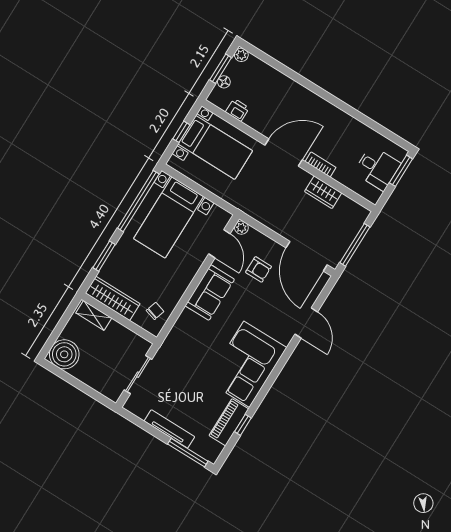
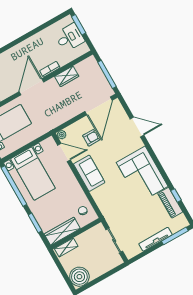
door: (307, 256) -> (99, 106), hinge flipped

